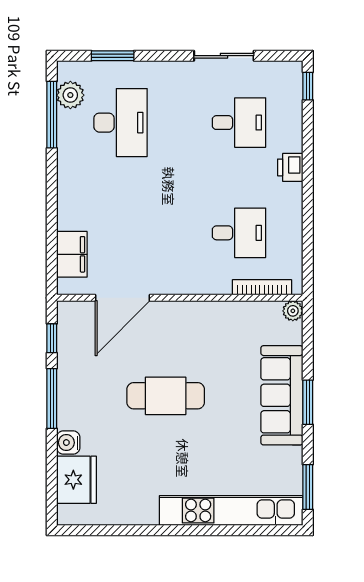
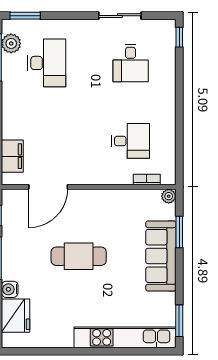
window: (113, 56) -> (25, 16), moved
desk: (239, 123) -> (131, 63), turned 90
printer: (290, 167) -> (167, 95), removed
bookcase: (262, 287) -> (147, 180), width x0.64
window: (308, 402) -> (179, 232), moved

